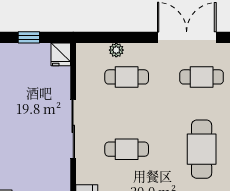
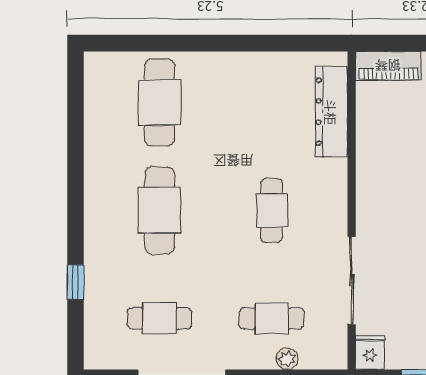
sliding door: (73, 129) -> (352, 280), moved
cafe table: (127, 149) -> (272, 210), turned 90

